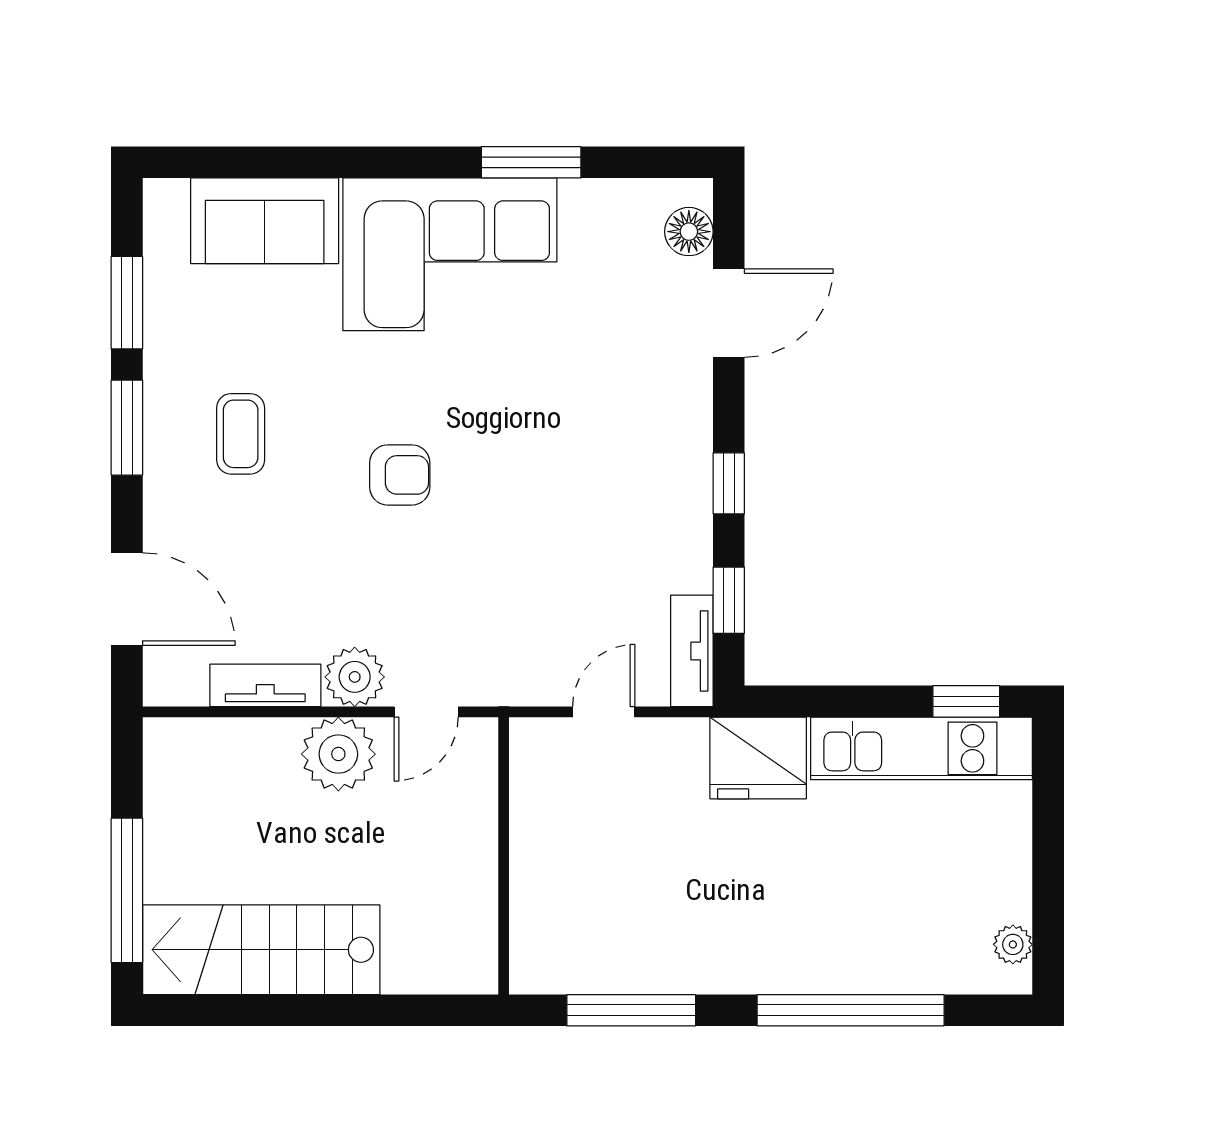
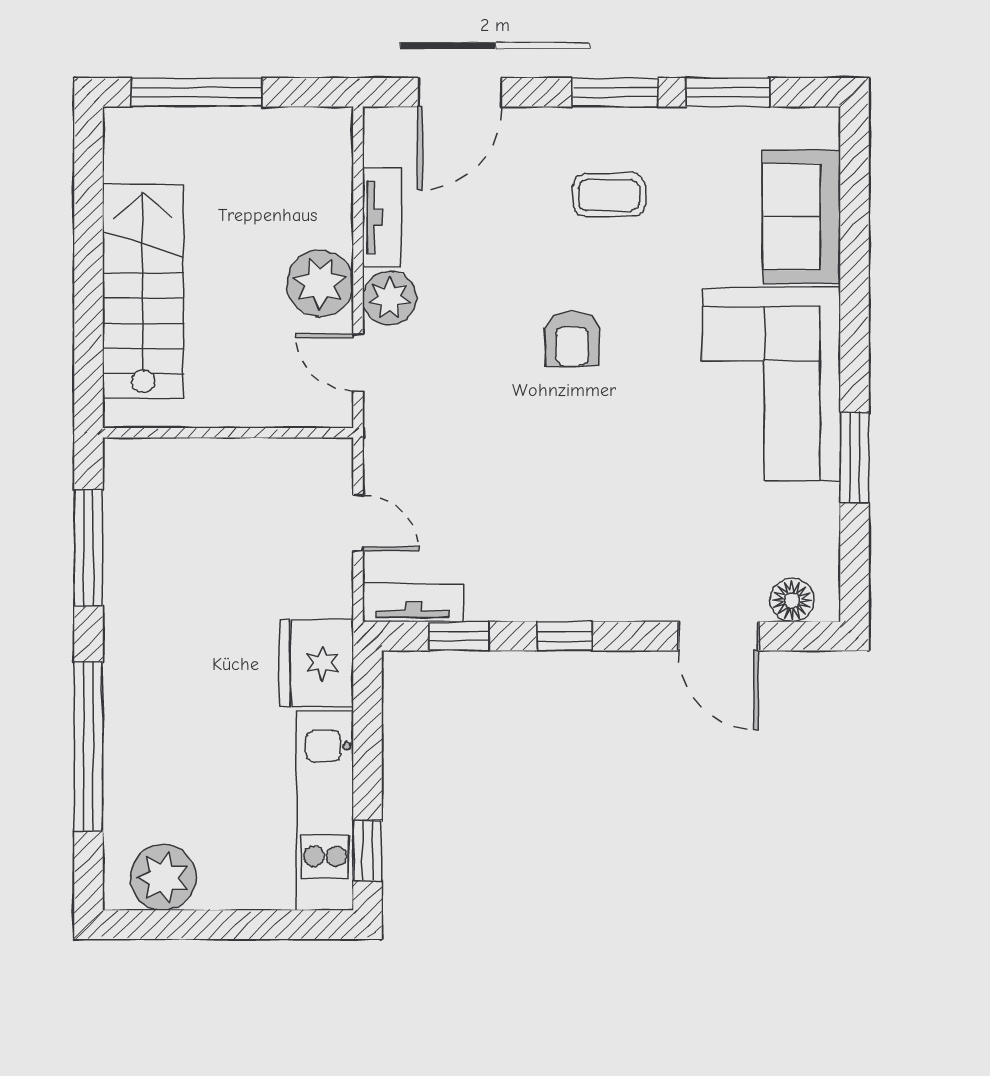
plant: (1013, 944) -> (163, 877), width x1.88, depth x1.88
stairs: (261, 950) -> (143, 291), moved

